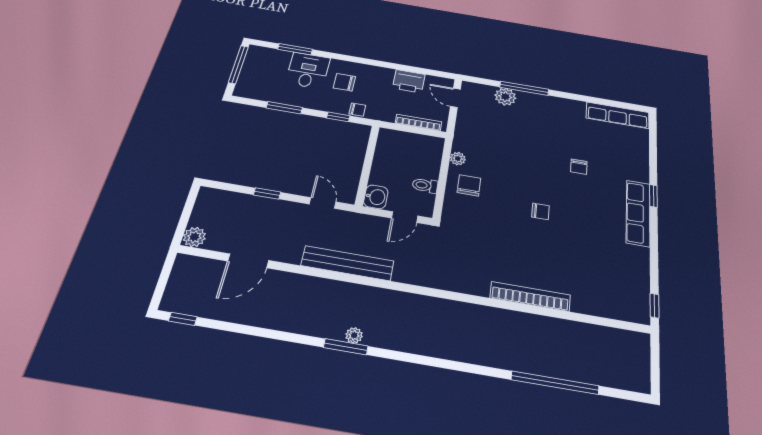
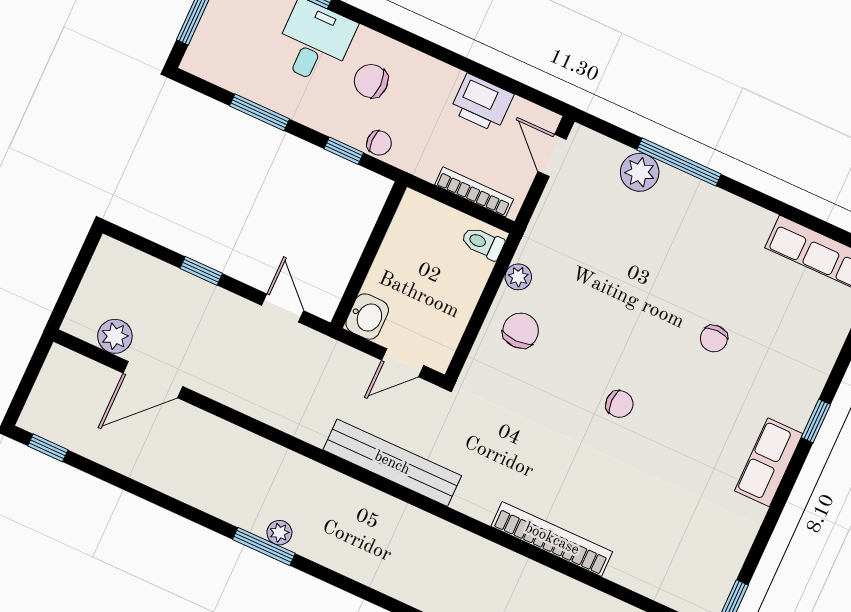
toilet: (425, 185) -> (483, 243), moved
row of seats: (638, 213) -> (769, 462), width x0.68
plant: (194, 237) -> (115, 336), moved
bench: (348, 263) -> (392, 463), moved

